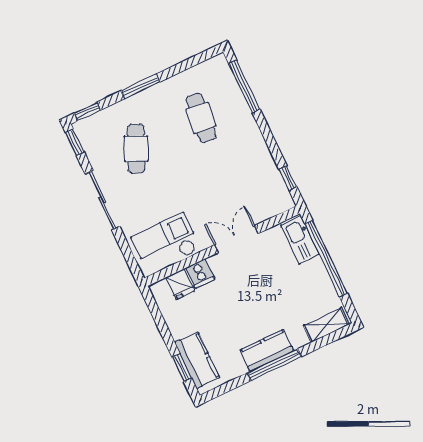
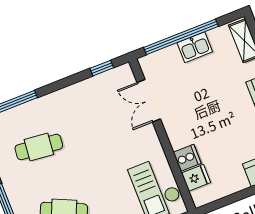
double door: (236, 239) -> (149, 101), moved
kitchen sink: (300, 240) -> (195, 47), moved, width x0.73

